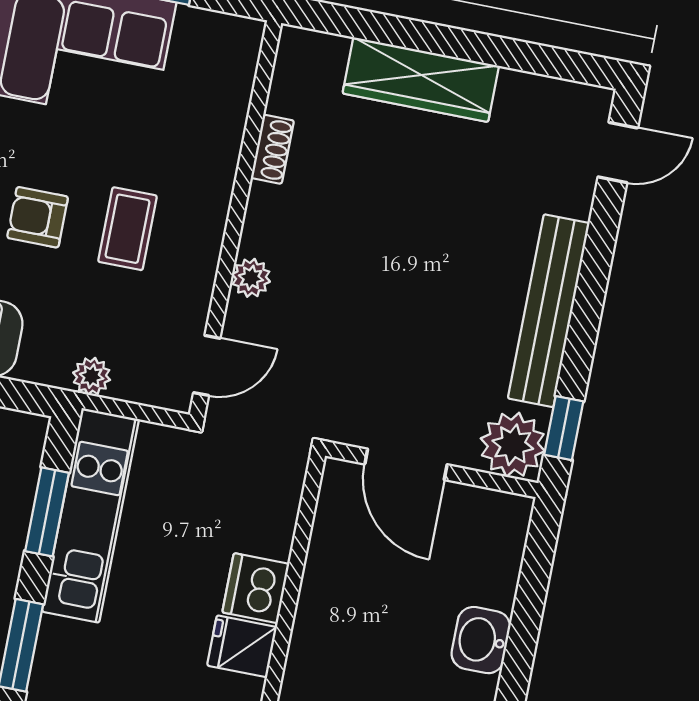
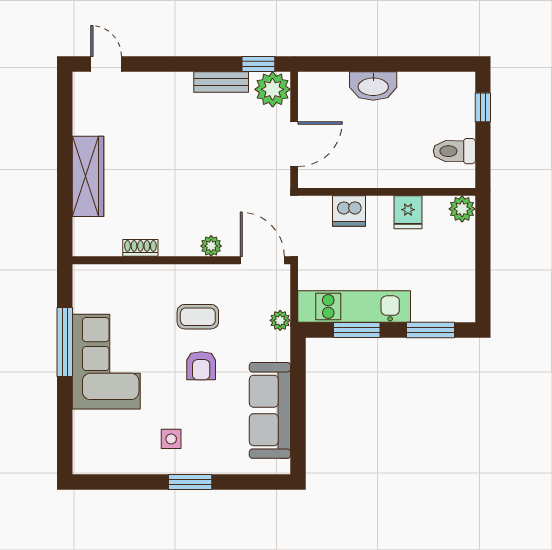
bench: (549, 311) -> (221, 82), width x0.54, depth x0.82
door: (207, 365) -> (262, 260), width x1.37
dishwasher: (256, 588) -> (349, 211), moved
washbasin: (481, 640) -> (373, 86), width x1.38

